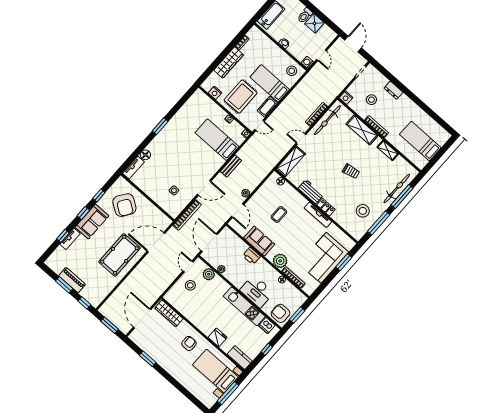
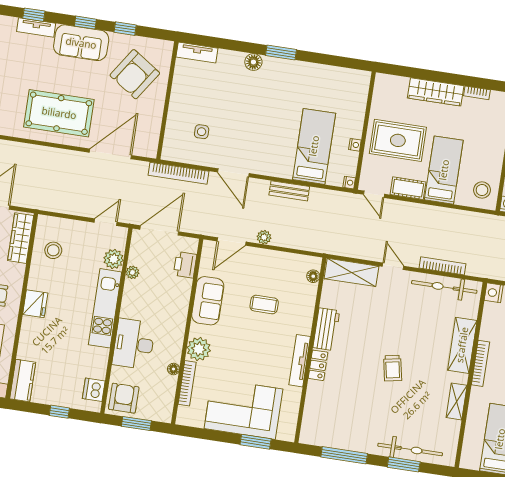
nightstand: (215, 93) -> (380, 100), removed
floor lamp: (145, 155) -> (253, 62), moved
window: (402, 196) -> (404, 464), width x0.69
stool: (363, 211) -> (347, 421), removed
door: (156, 242) -> (110, 154), hinge flipped
printer: (251, 256) -> (185, 265), moved
stool: (190, 285) -> (53, 250), moved
kitchen unit: (244, 306) -> (105, 308), moved
fridge: (218, 337) -> (35, 304), moved

